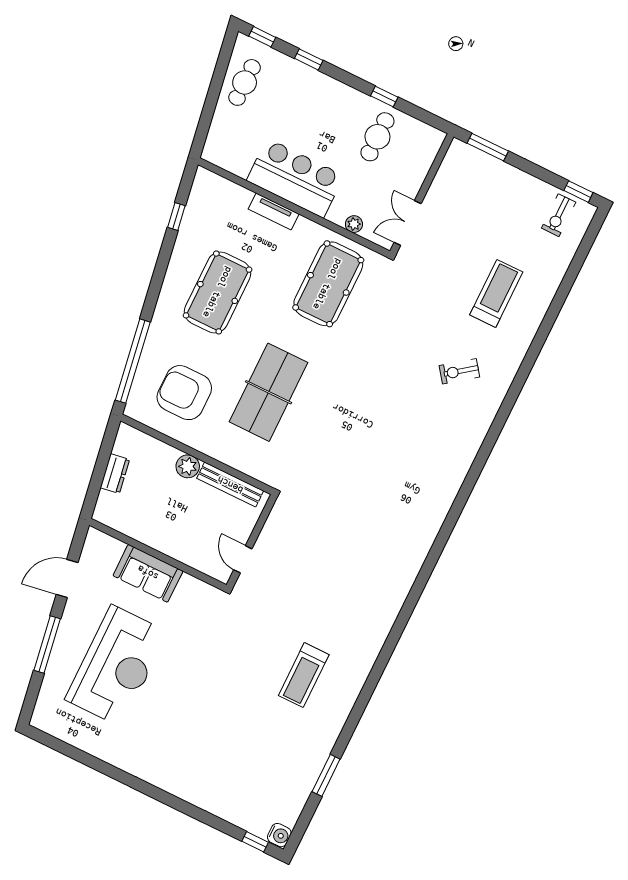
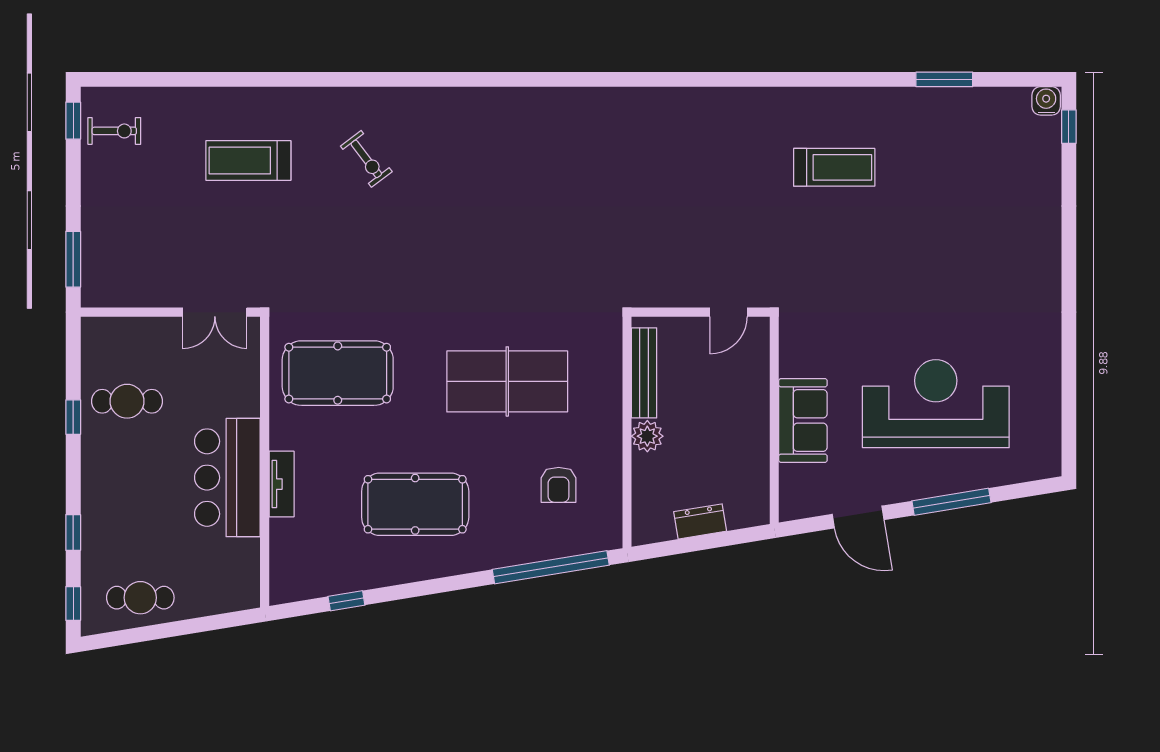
plant: (354, 224) -> (249, 378), removed
armchair: (184, 393) -> (559, 485), width x0.53, depth x0.53

